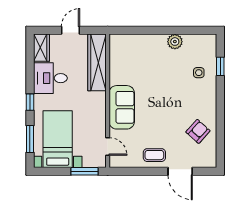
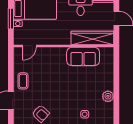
sofa: (122, 107) -> (83, 56), moved
window: (85, 171) -> (11, 19), moved

